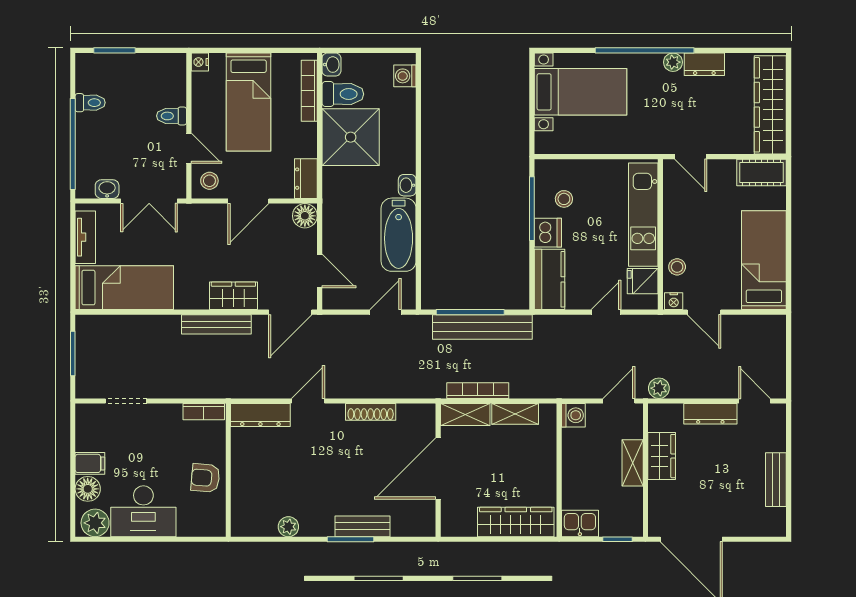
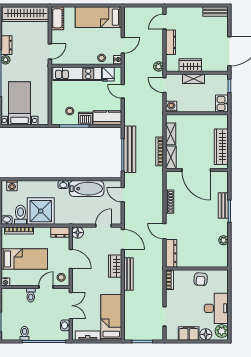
filing cabinet: (90, 463) -> (189, 333), width x2.00
bench: (776, 480) -> (216, 12), moved
wardrobe: (516, 522) -> (221, 147), moved

